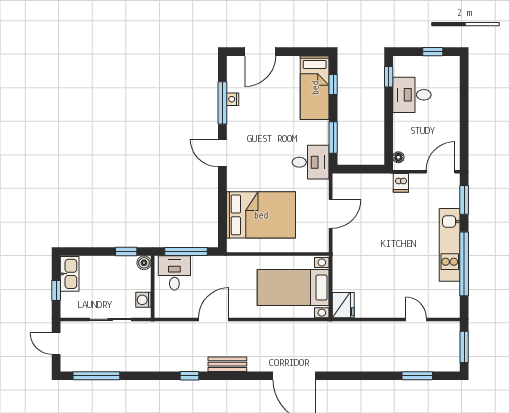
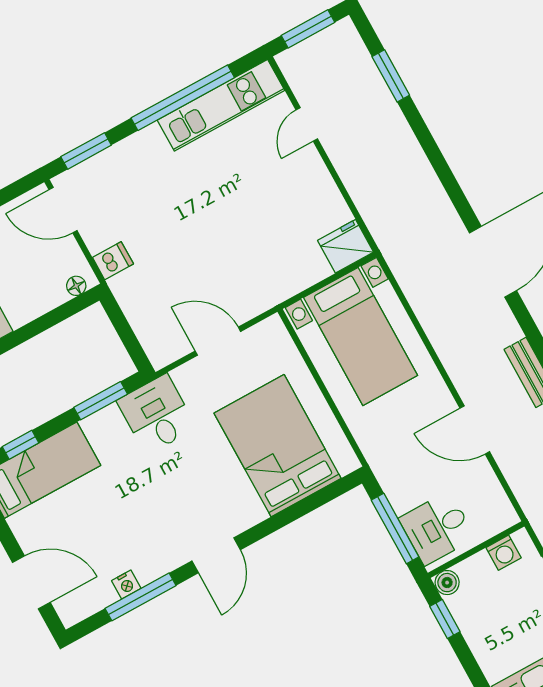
kitchen unit: (450, 245) -> (221, 105), moved

